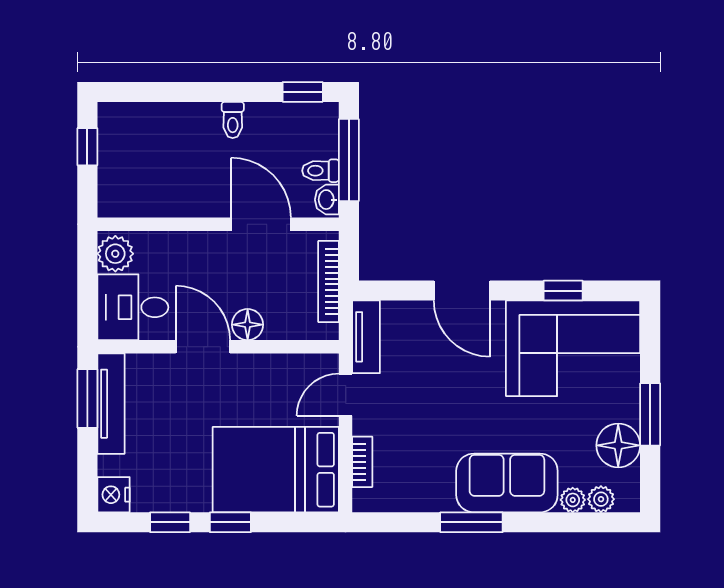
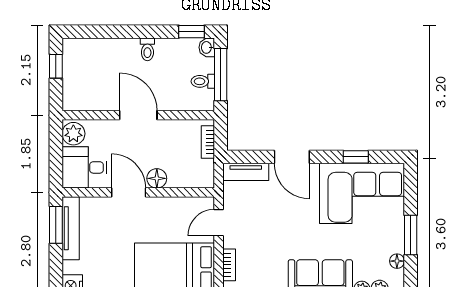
washbasin: (327, 200) -> (207, 47), moved
door: (261, 224) -> (138, 115), moved
bookcase: (329, 282) -> (208, 142), width x0.64
tv unit: (366, 337) -> (246, 172), moved, turned 90
floor lamp: (618, 445) -> (397, 261), width x0.53, depth x0.53

